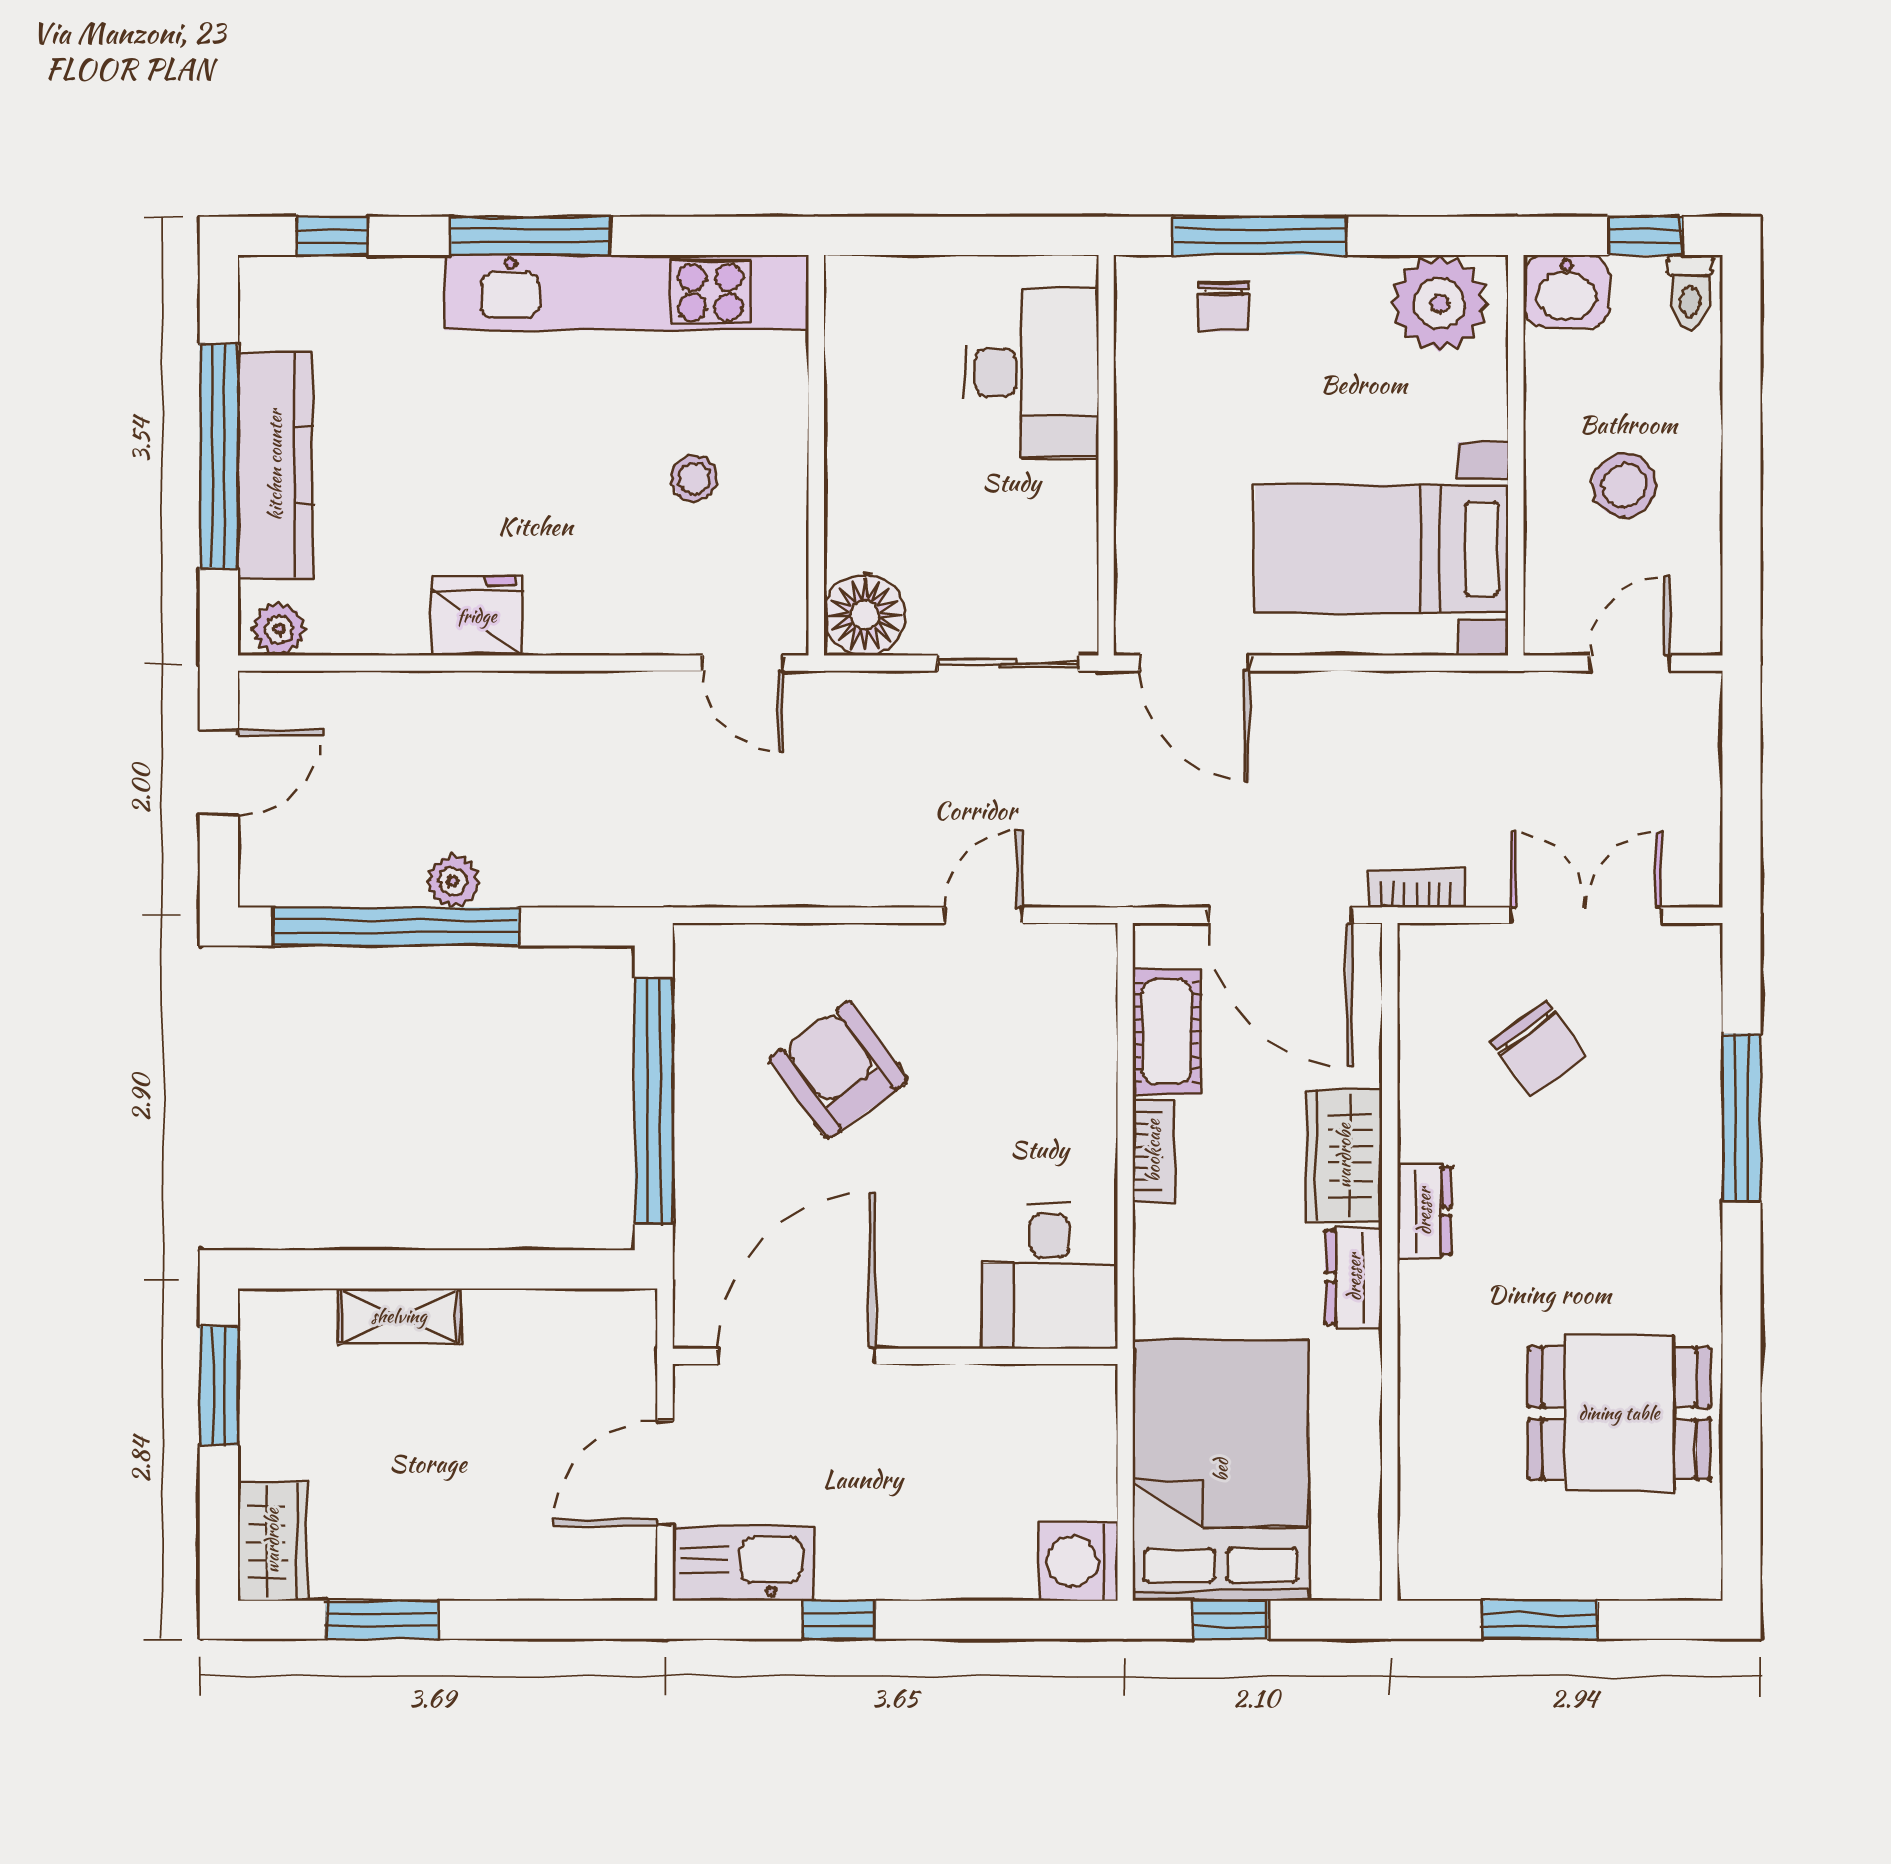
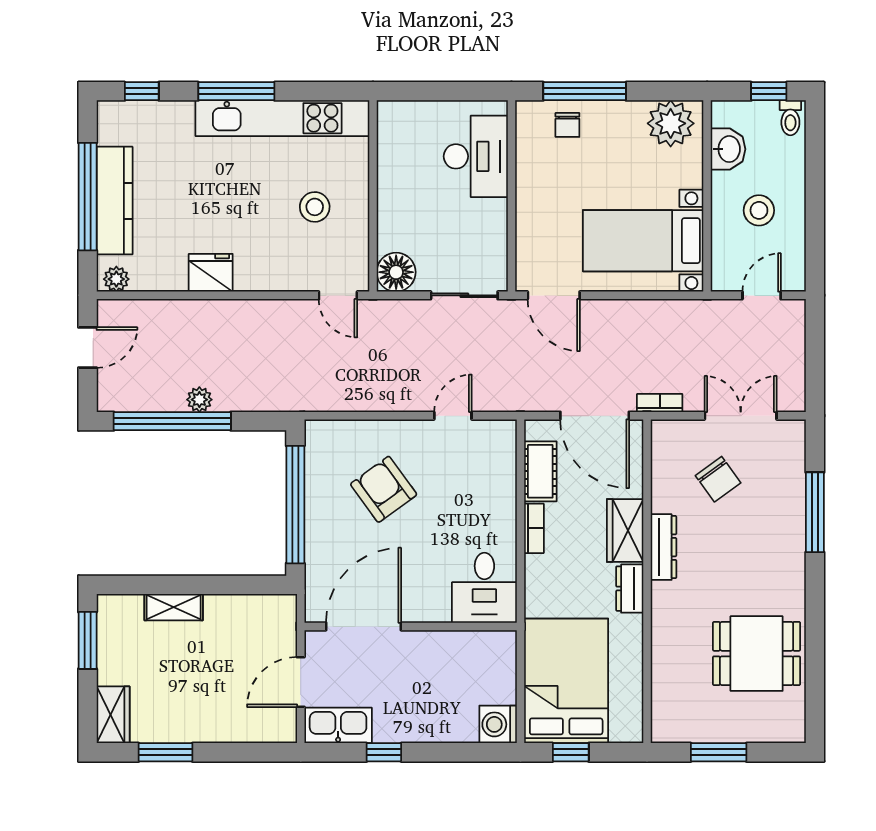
washbasin: (1566, 291) -> (728, 149), moved, turned -90
stool: (694, 478) -> (315, 207), width x1.37, depth x1.37
dresser: (1424, 1211) -> (663, 547), width x1.44

